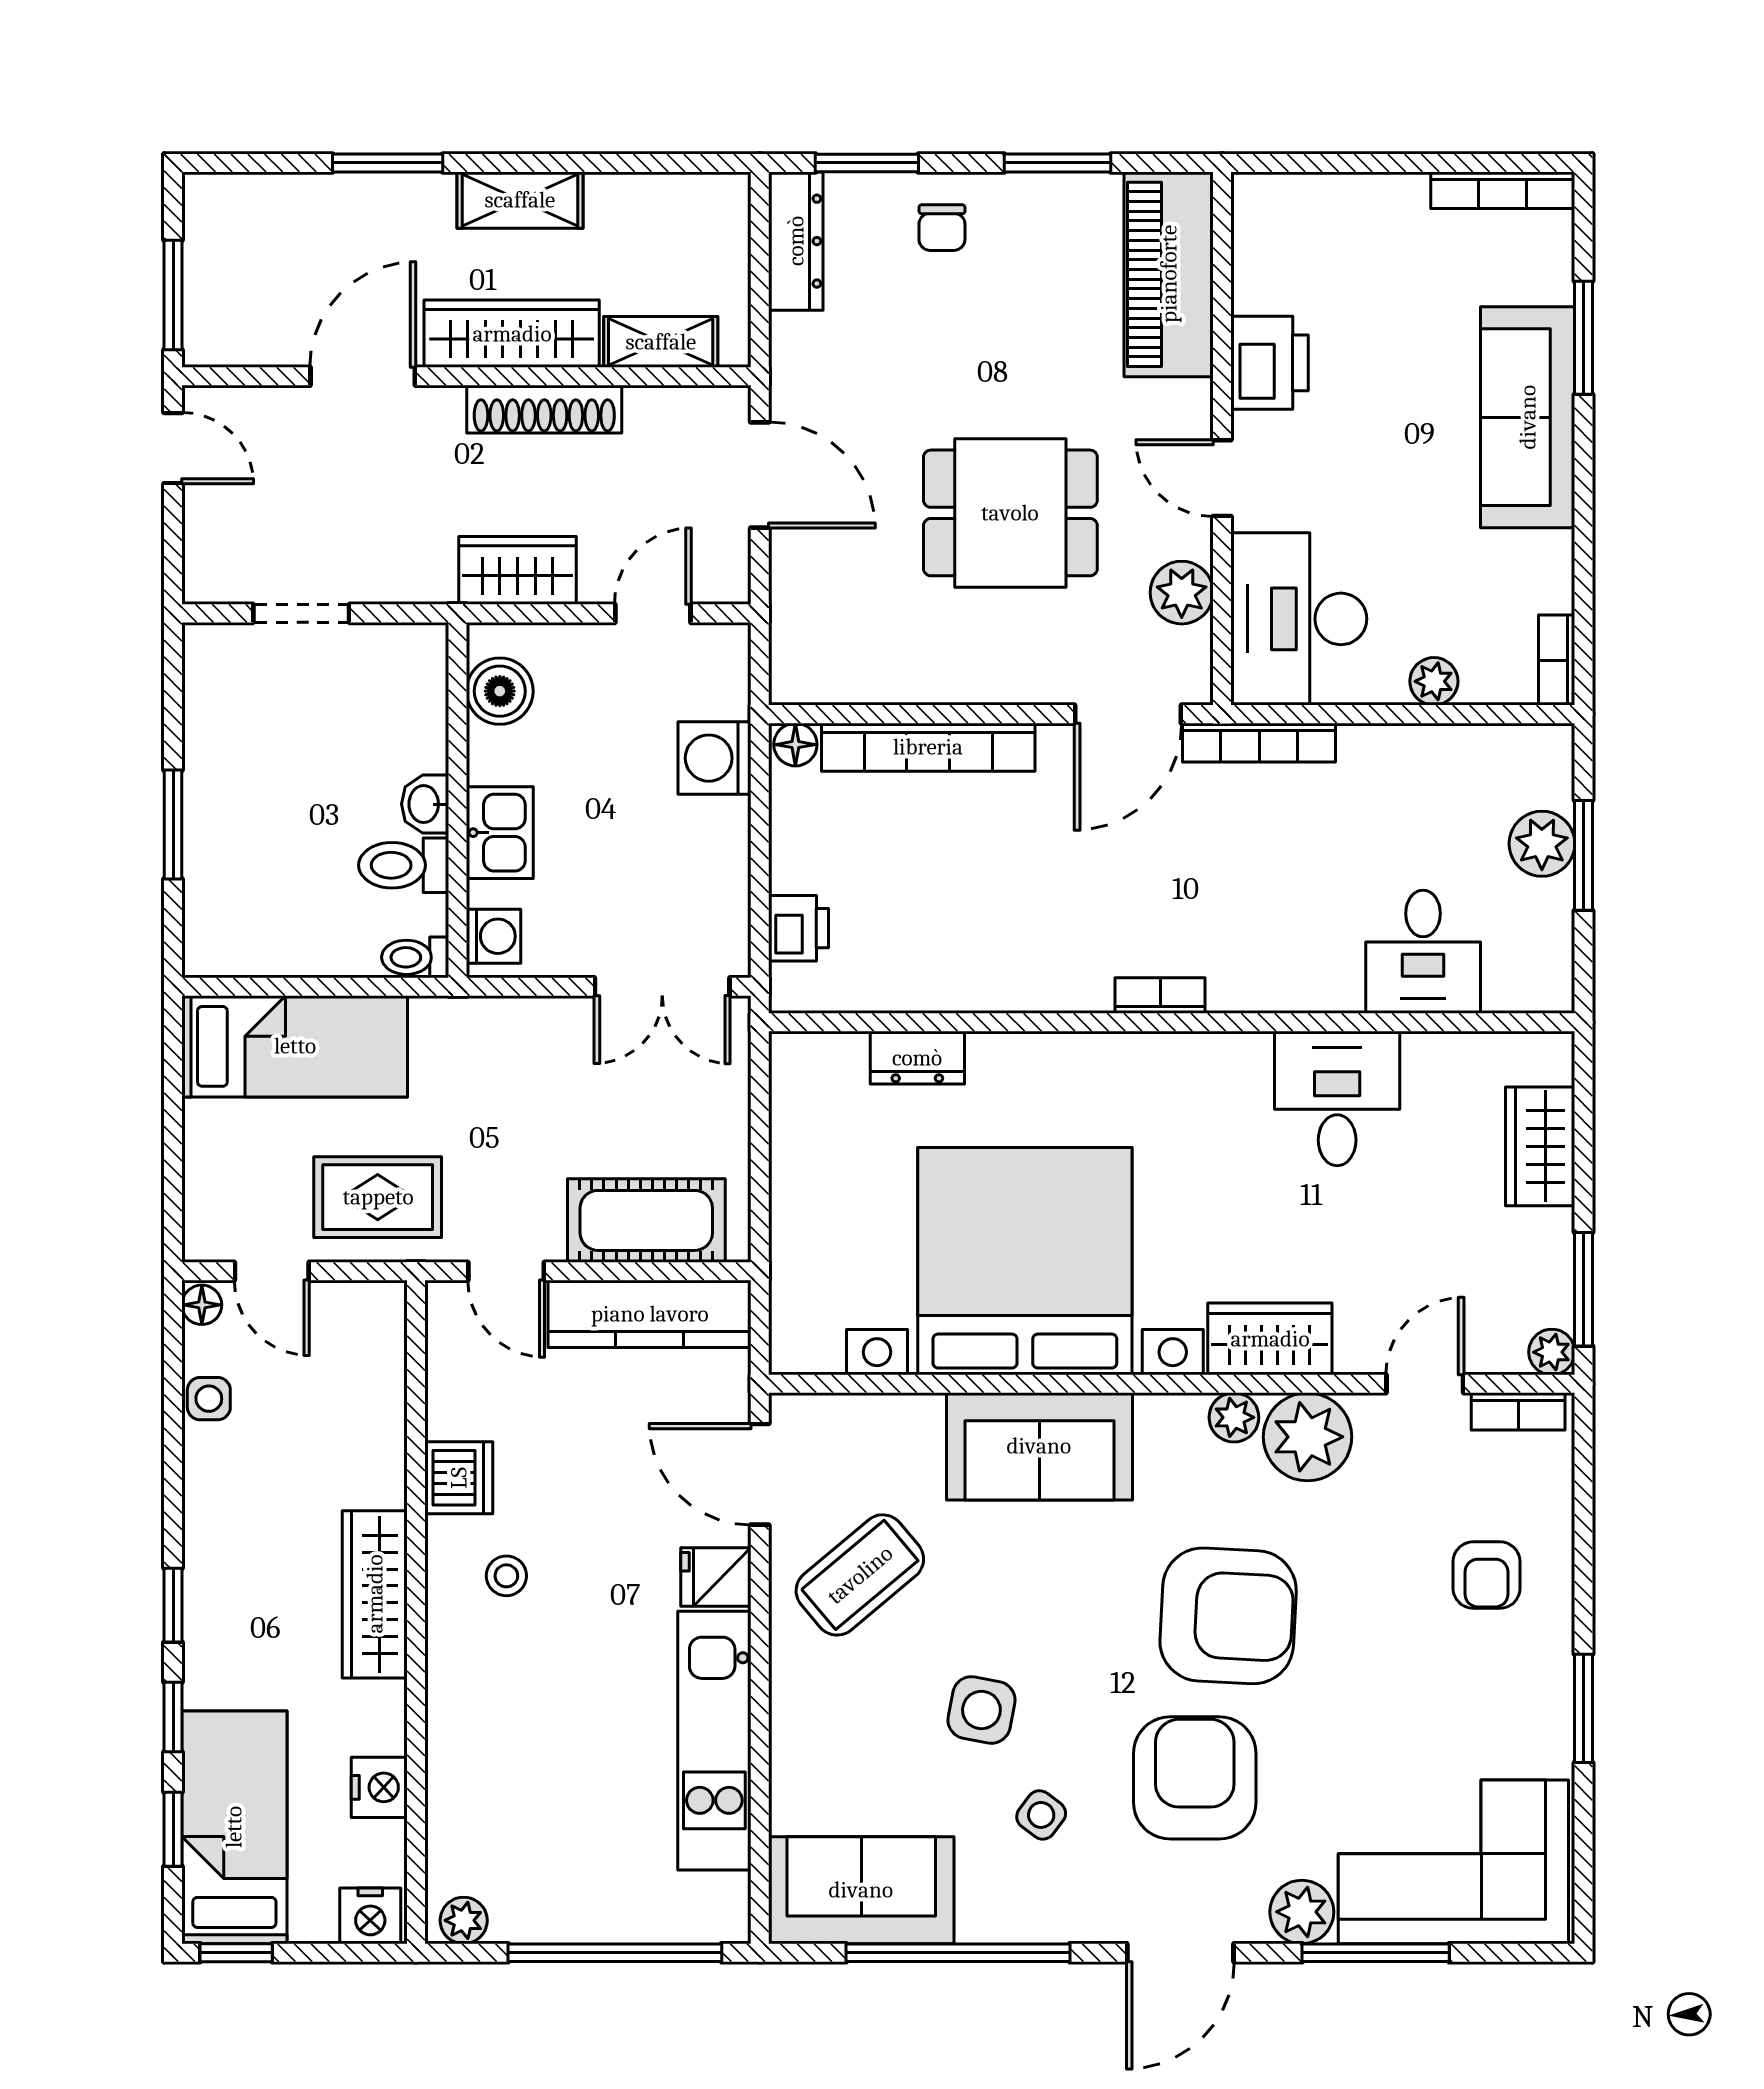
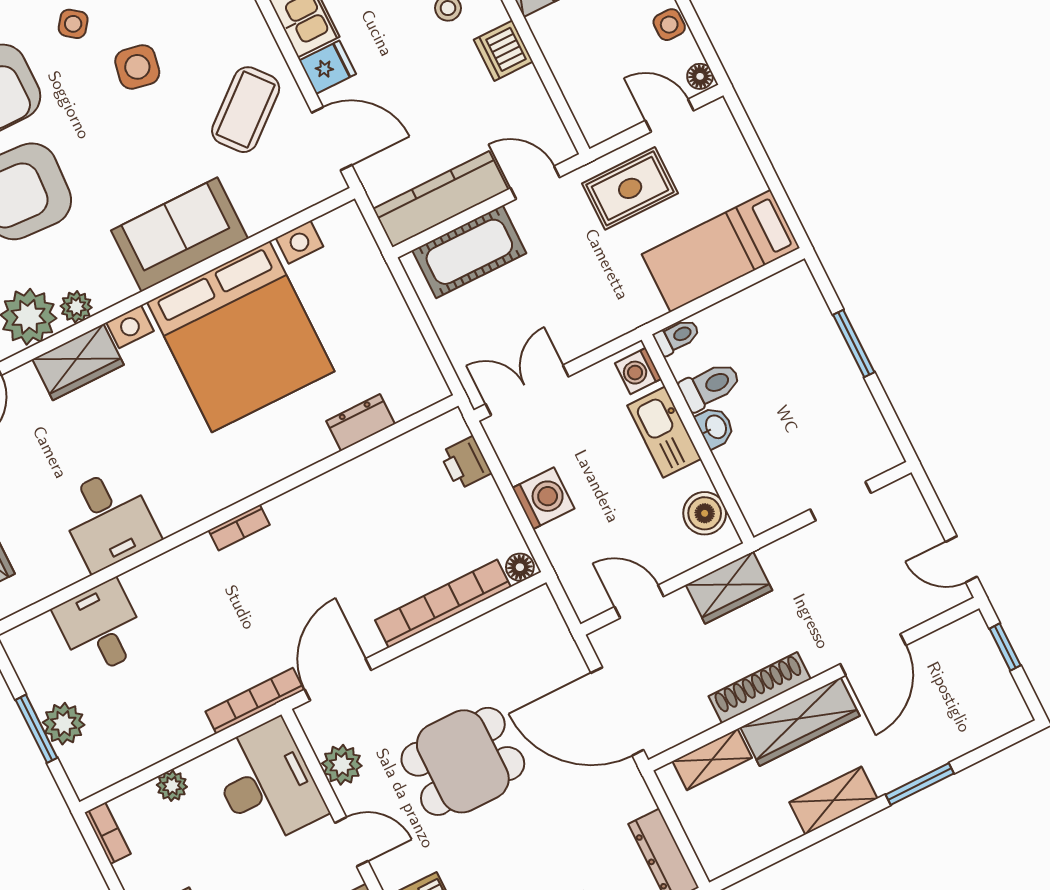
window: (173, 295) -> (1005, 647), width x0.67
door: (760, 475) -> (617, 711), width x1.36
door: (653, 613) -> (639, 602), swing flipped
washing machine: (715, 758) -> (543, 498), moved
kitchen sink: (500, 833) -> (664, 432), width x1.38

